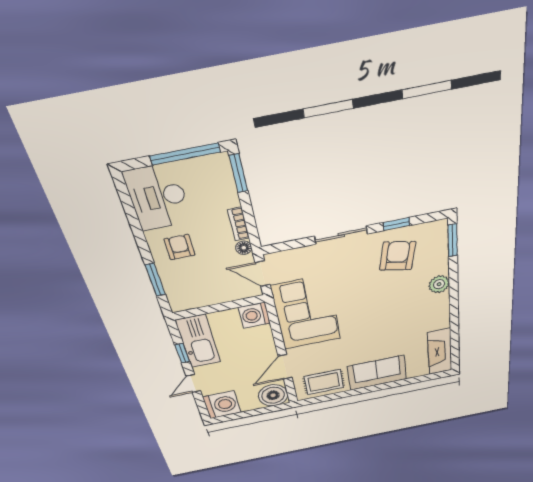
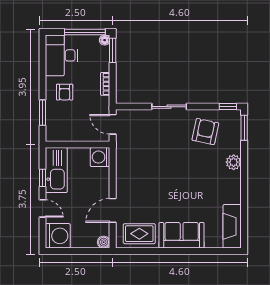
window: (396, 224) -> (228, 107), moved
armchair: (180, 247) -> (65, 92), turned 180
floor lamp: (244, 248) -> (105, 40), moved
corner sofa: (306, 313) -> (136, 164), removed
door: (193, 383) -> (43, 208), swing flipped
boiler: (273, 395) -> (104, 242), width x0.54, depth x0.54

